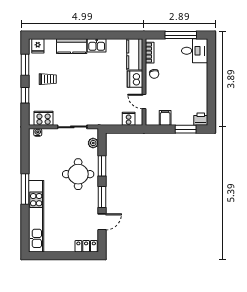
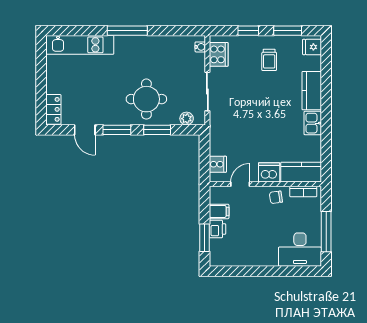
desk: (195, 51) -> (300, 250), width x1.37
printer: (201, 119) -> (217, 229), moved
kitchen unit: (36, 216) -> (80, 45), width x0.73

